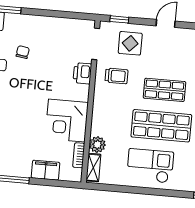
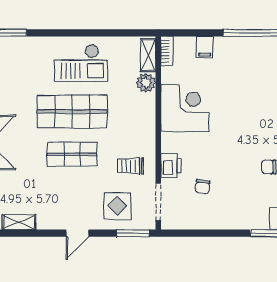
window: (119, 19) -> (133, 233), width x1.50
chair: (23, 52) -> (202, 187), moved
bookcase: (79, 155) -> (167, 51), moved
filing cabinet: (46, 170) -> (205, 47), width x0.50

